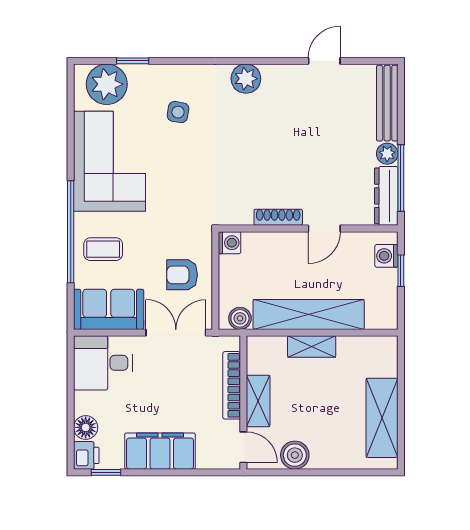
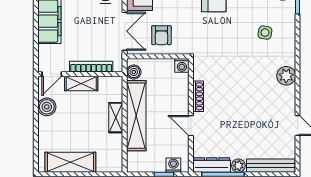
armchair: (182, 275) -> (161, 35), turned 180

